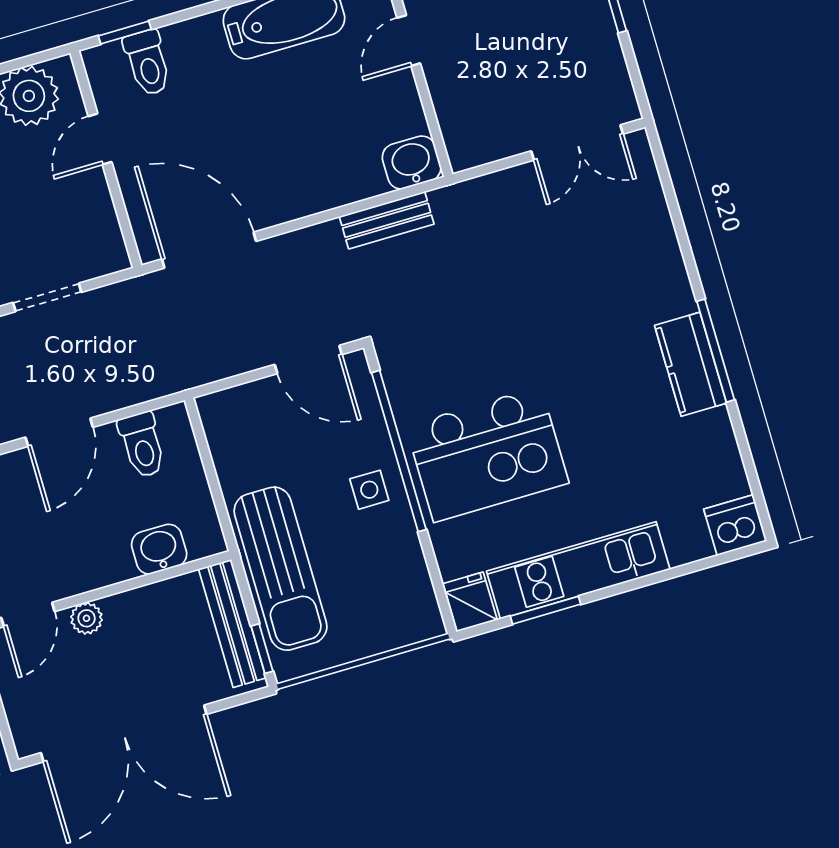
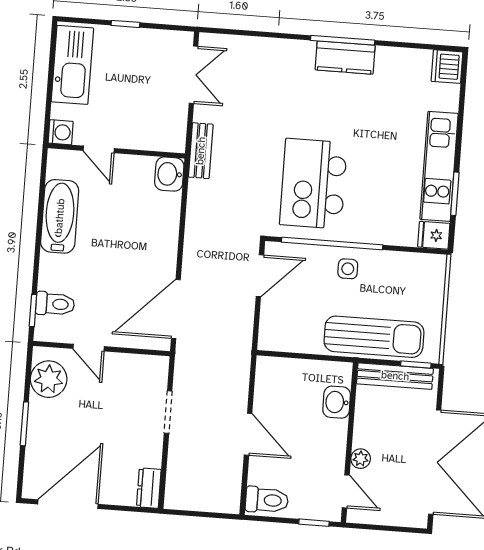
bench: (387, 220) -> (201, 151), moved
toilet: (142, 445) -> (273, 389), removed
kitchen island: (487, 454) -> (313, 184), moved, turned 180

